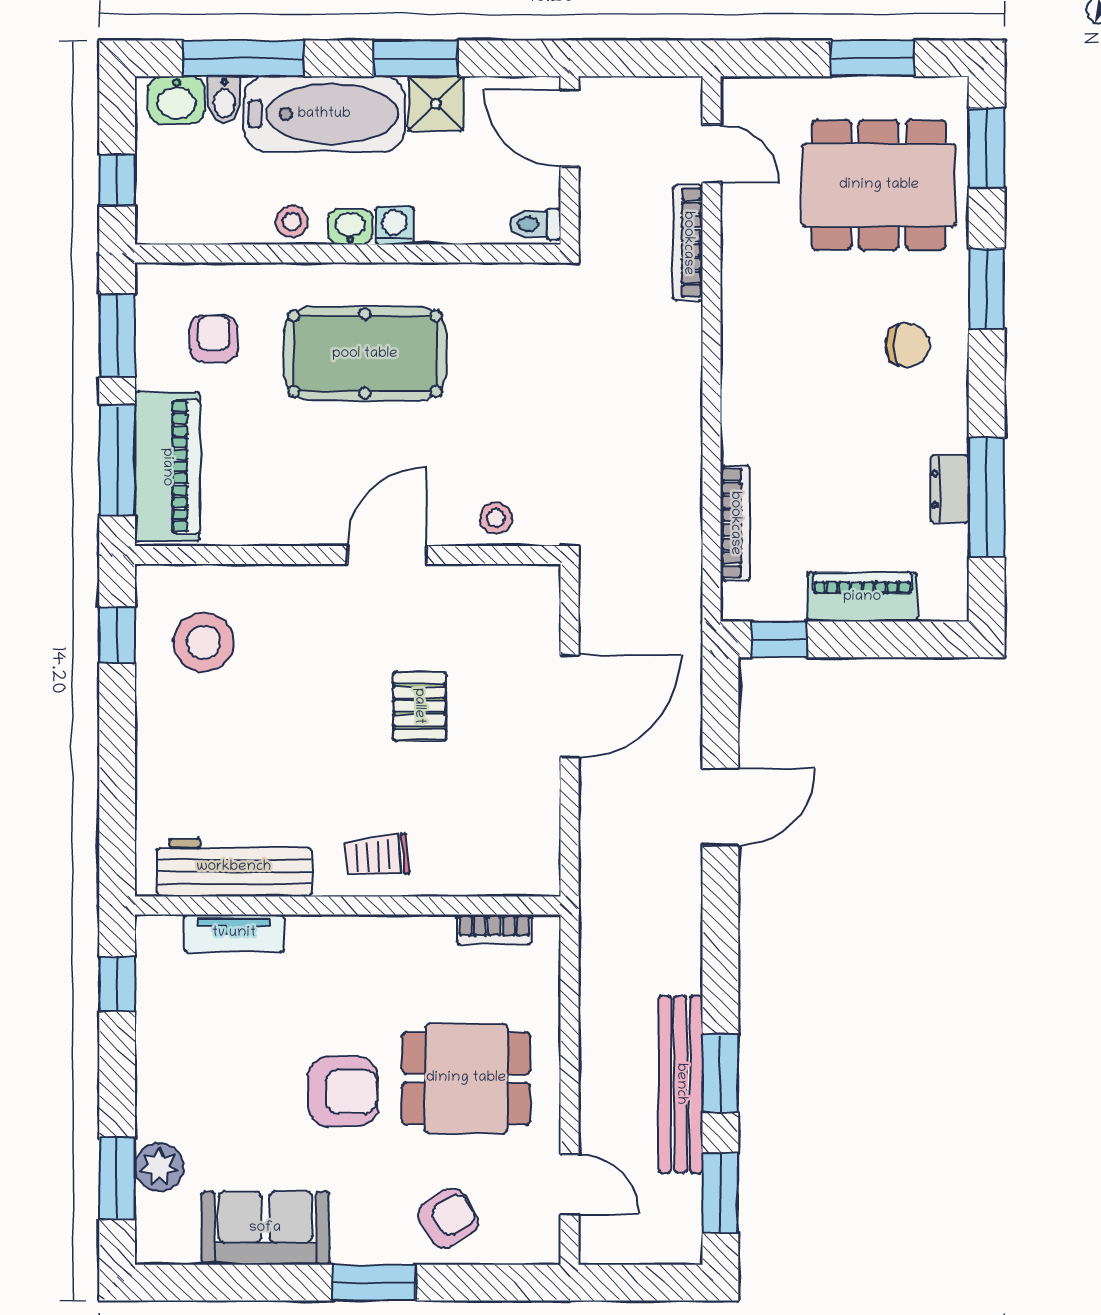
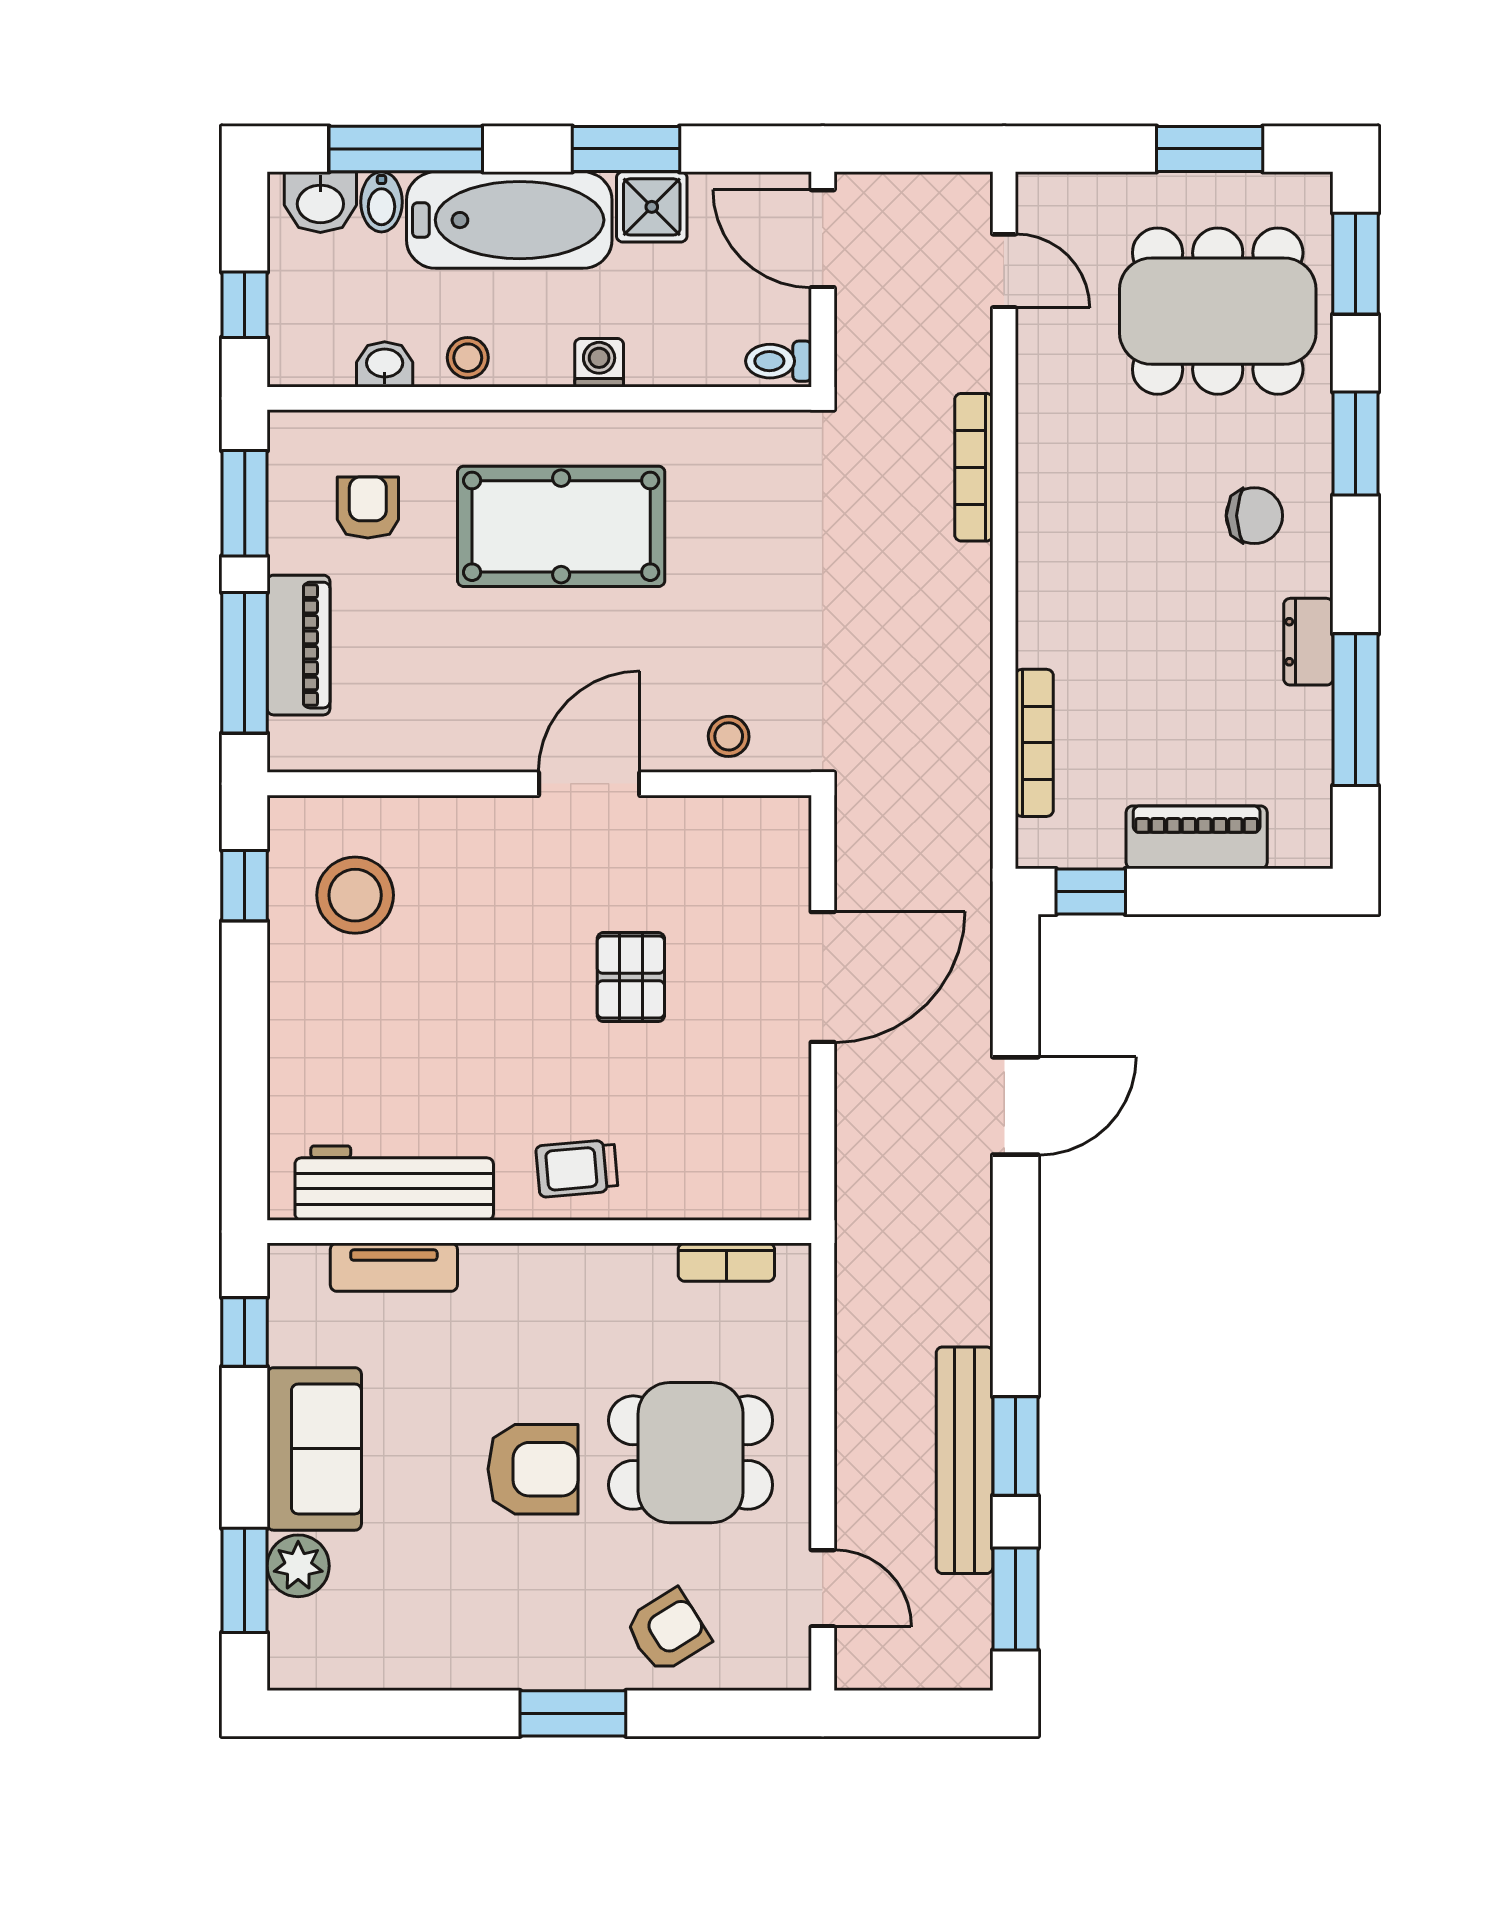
washbasin: (350, 227) -> (385, 364), moved
bookcase: (688, 243) -> (974, 467), moved
piano: (167, 467) -> (298, 645), width x0.73, depth x0.75
dresser: (950, 489) -> (1308, 642), moved
sofa: (265, 1228) -> (314, 1449), moved, turned 90

